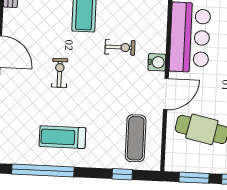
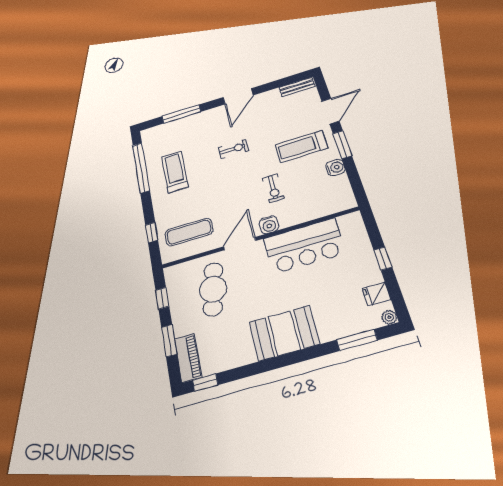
door: (166, 94) -> (240, 244), swing flipped
window: (194, 178) -> (162, 298), width x0.67

